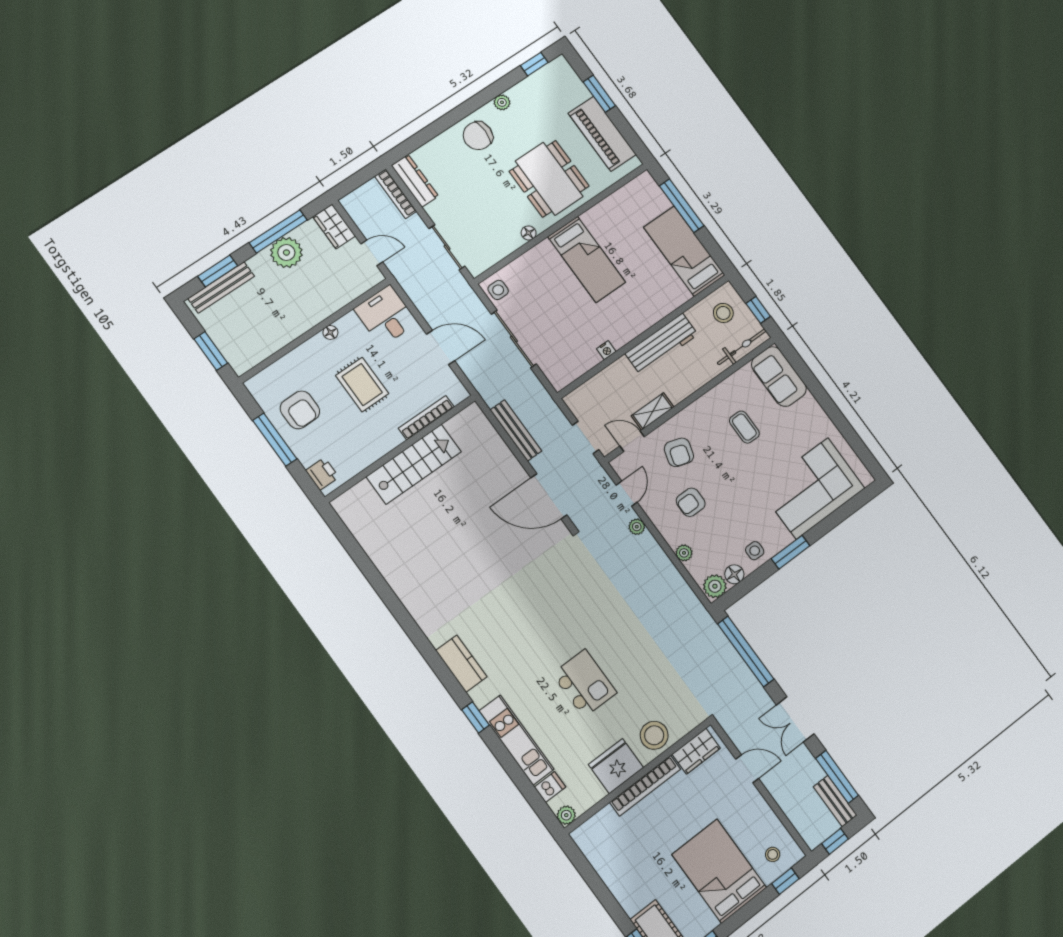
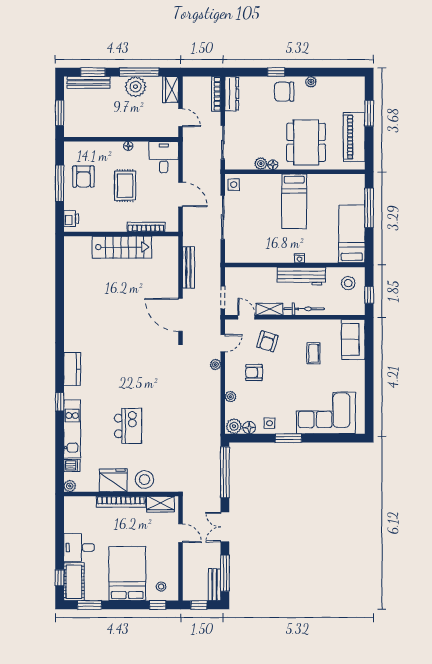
window: (534, 64) -> (276, 72), moved
plant: (513, 242) -> (261, 164), added
bicycle: (742, 347) -> (304, 309), moved
nightstand: (606, 350) -> (299, 258), moved
desk: (635, 885) -> (79, 547), added

